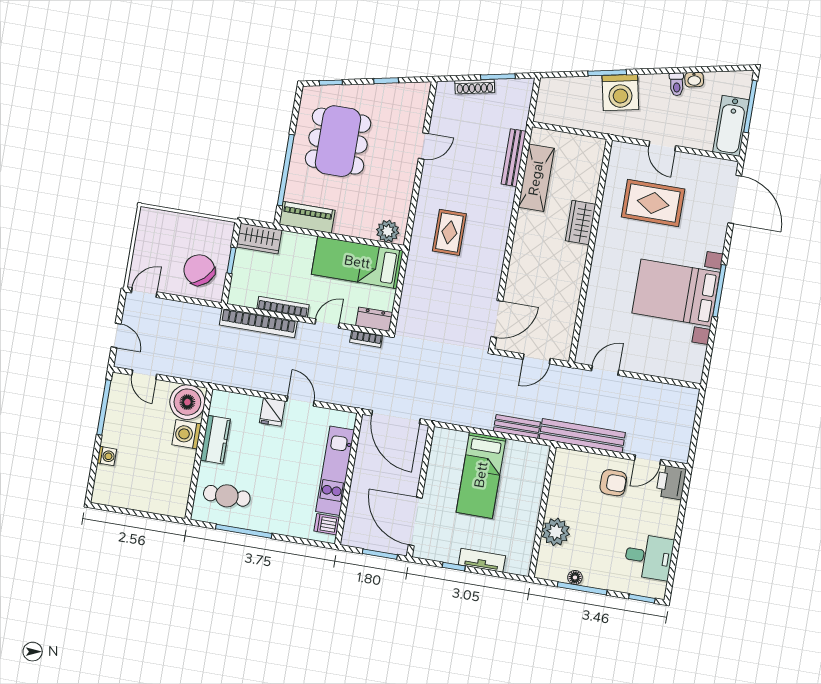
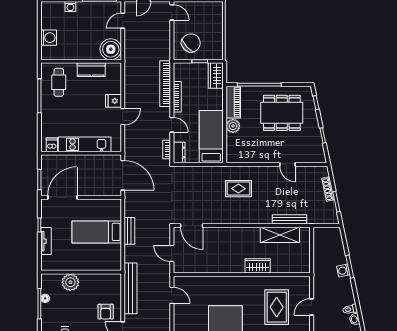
washing machine: (620, 92) -> (343, 271), width x0.53, depth x0.53
plant: (388, 231) -> (233, 126), moved
door: (396, 417) -> (123, 175), swing flipped
bench: (517, 427) -> (129, 231), moved
washing machine: (187, 434) -> (49, 38), moved, turned 90

